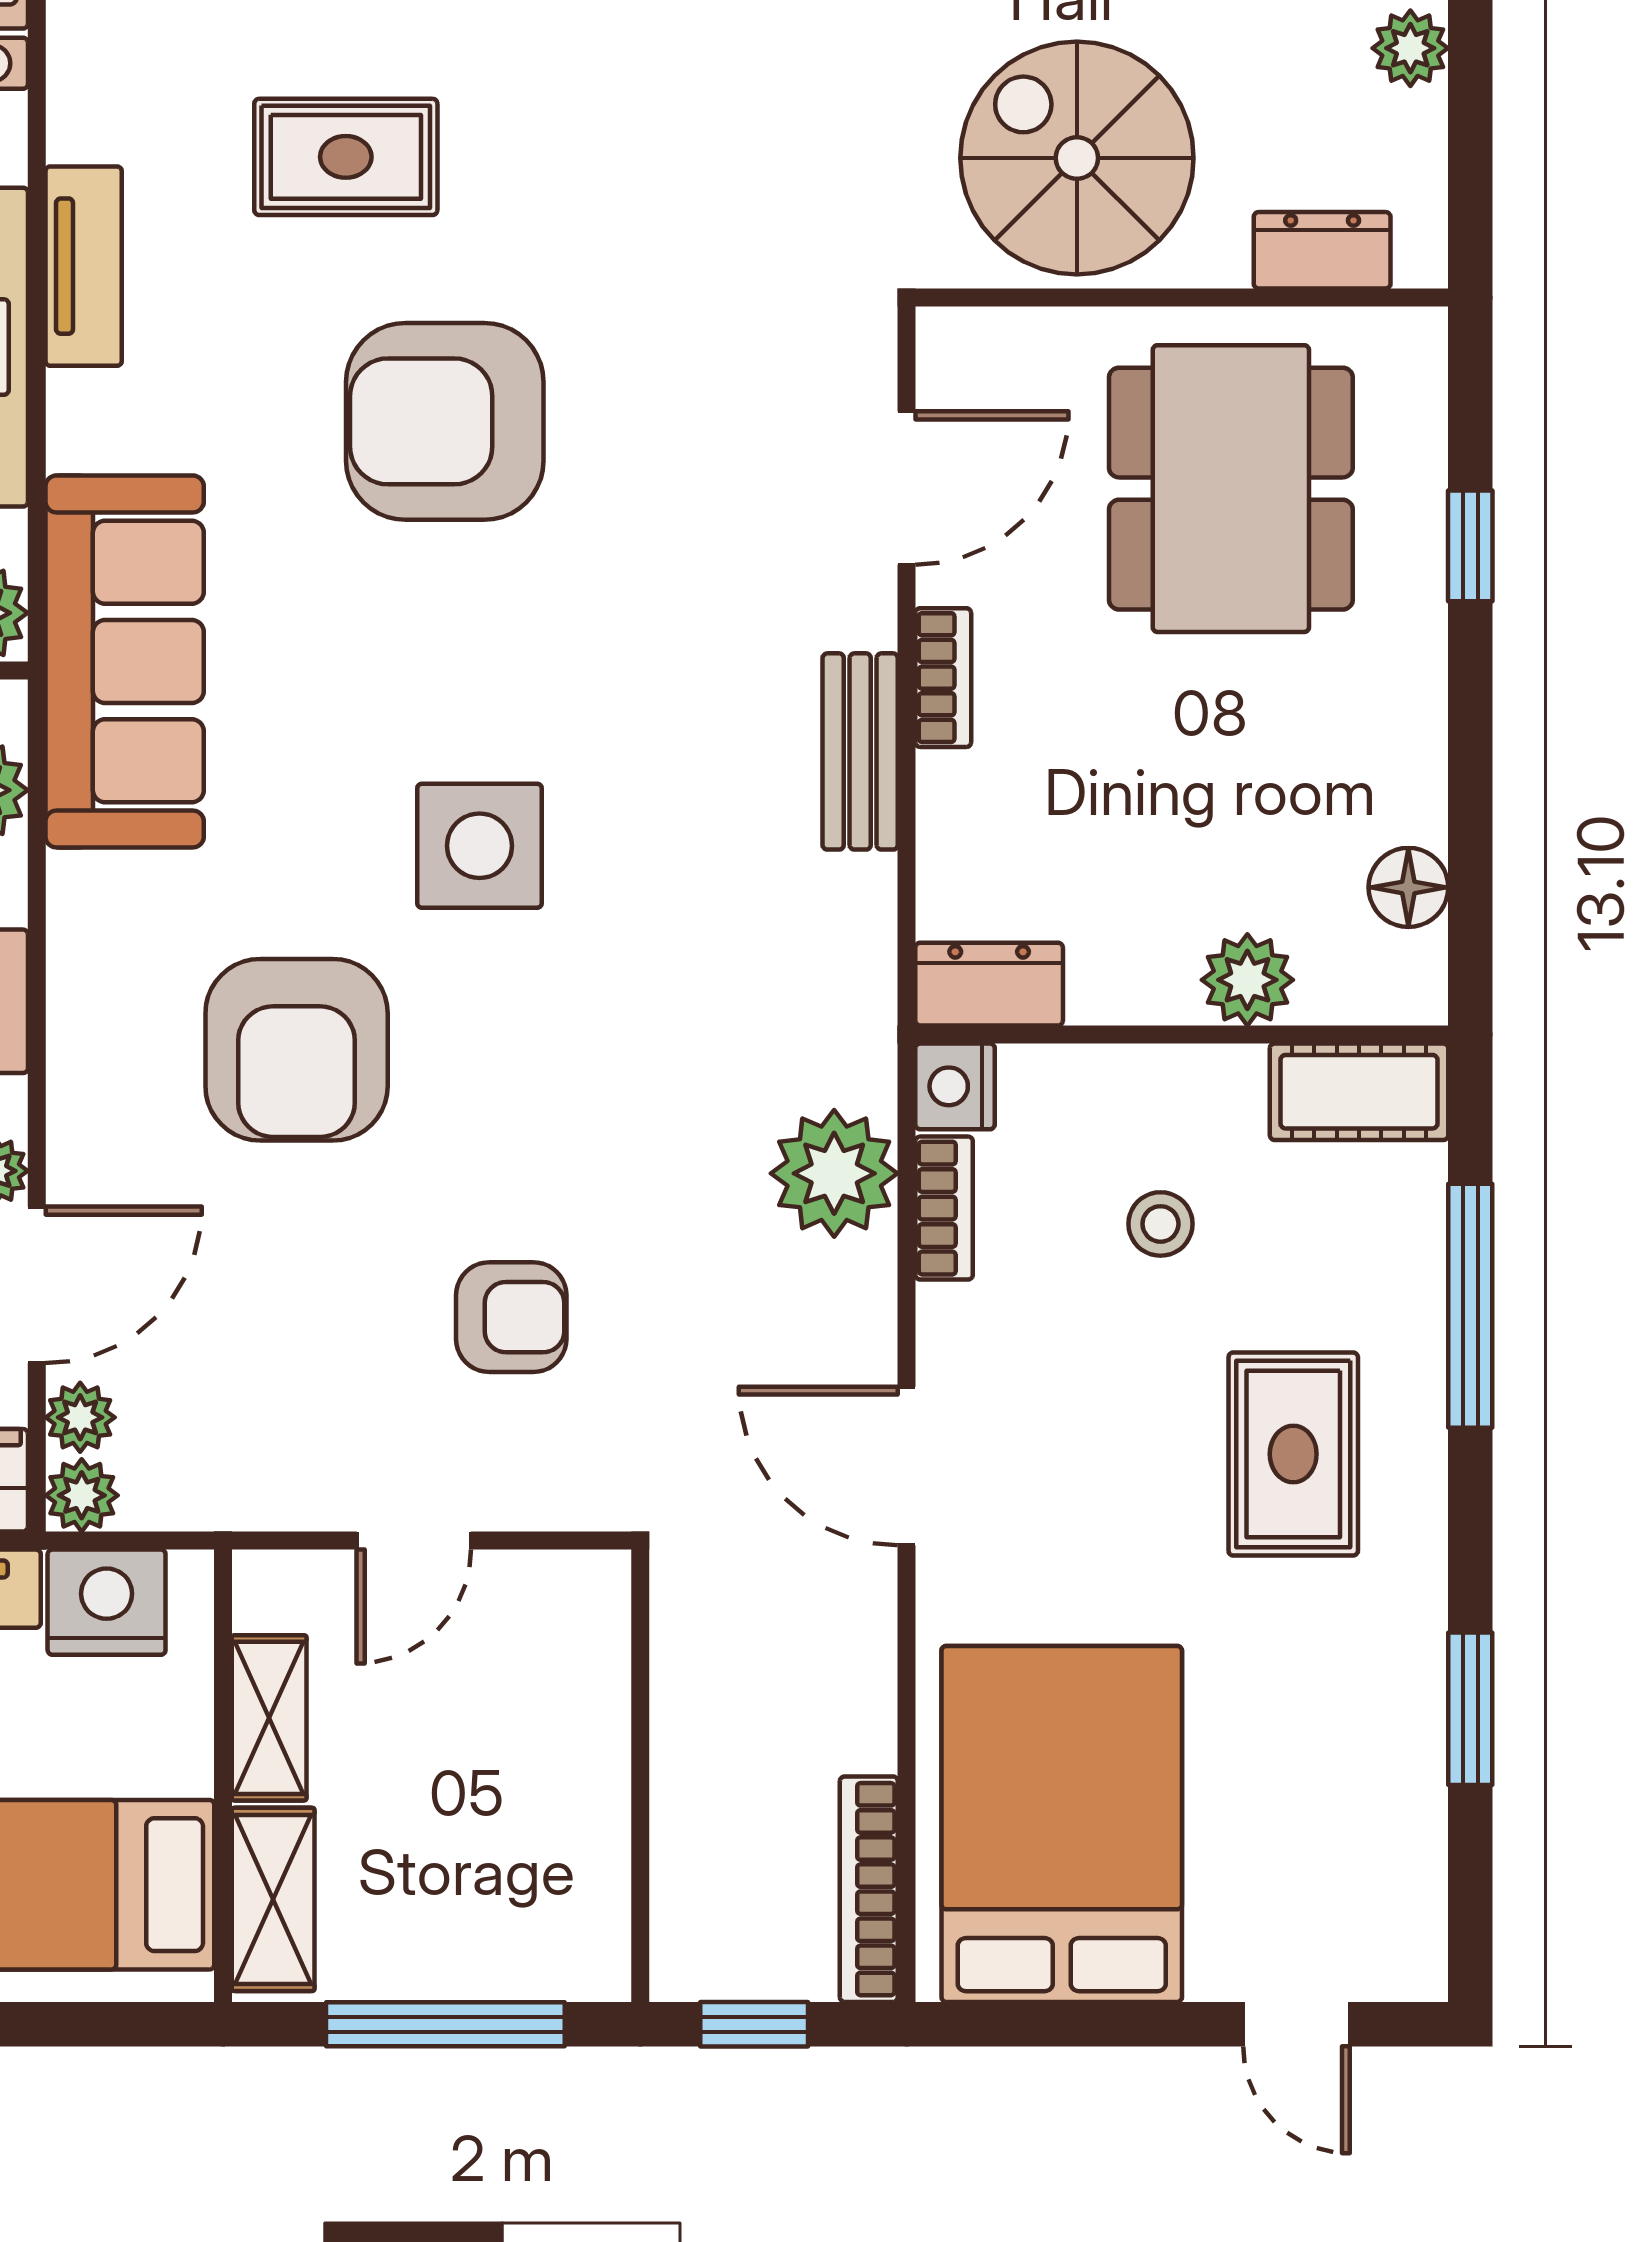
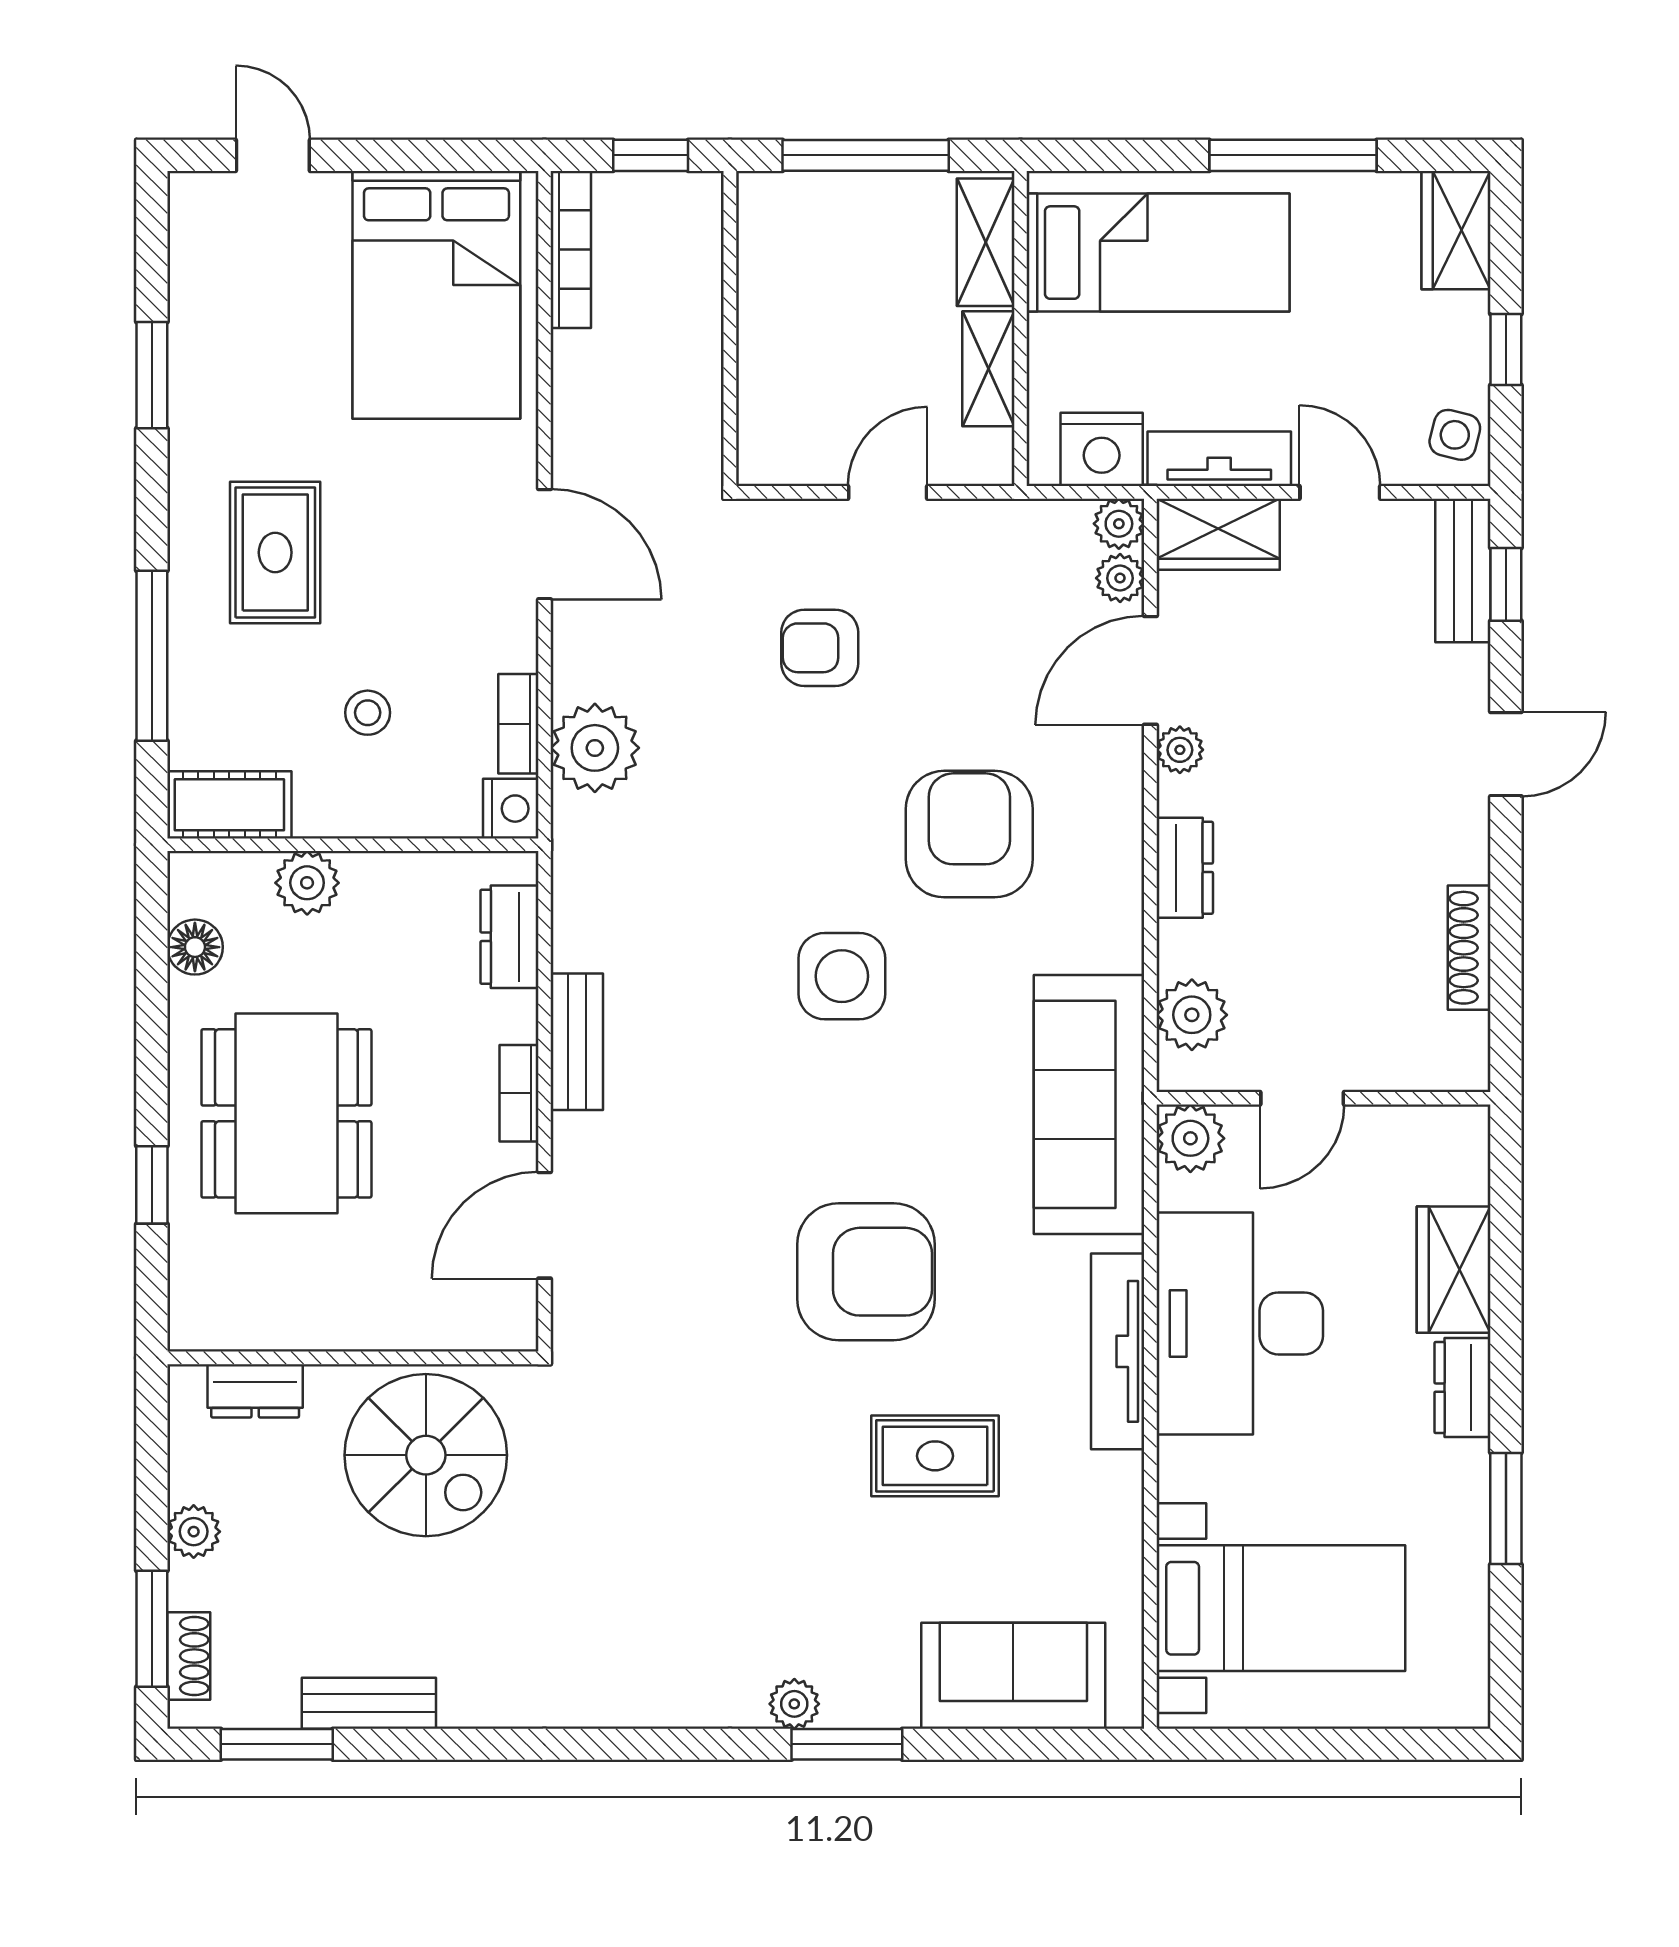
tv unit: (84, 266) -> (1118, 1351), width x1.41
dining table: (1231, 489) -> (286, 1113), moved
dresser: (989, 984) -> (509, 937), moved, turned 90

